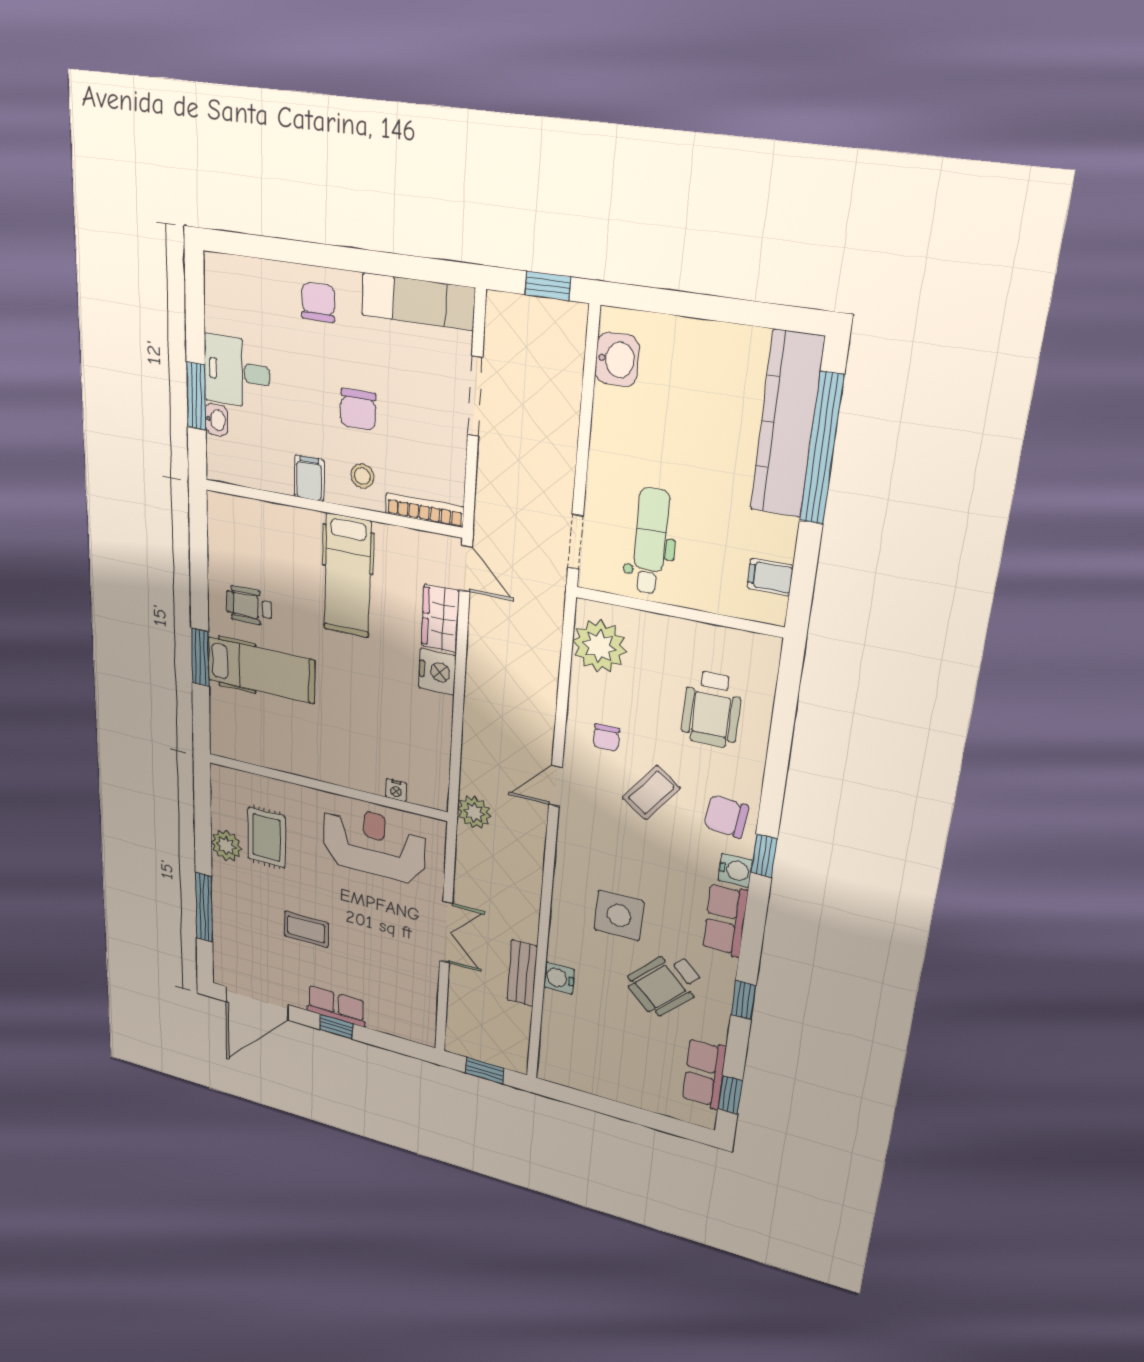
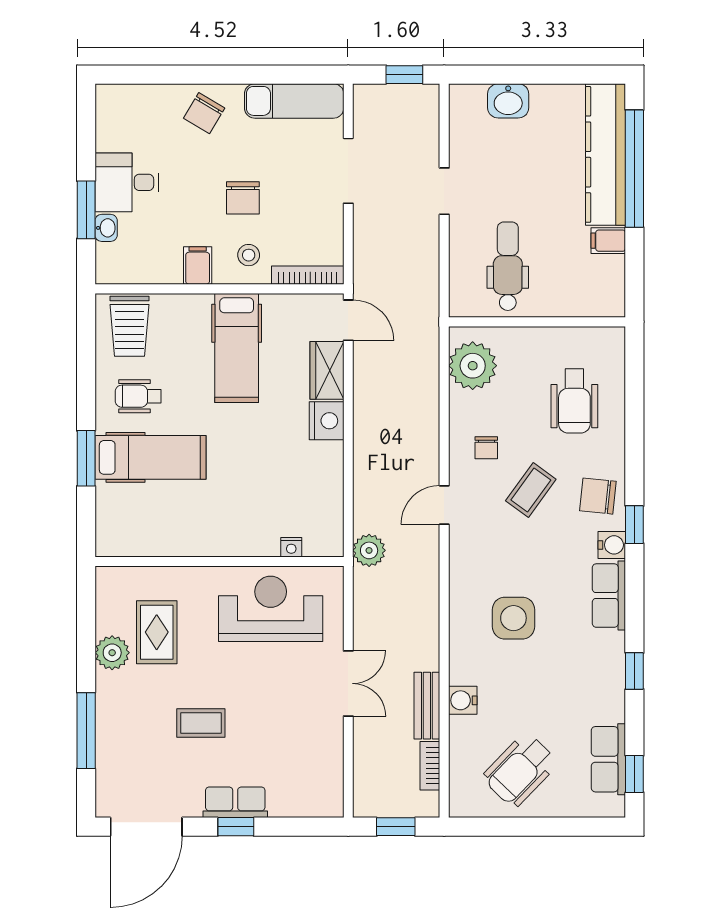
chair: (318, 302) -> (204, 113), turned -149
washbasin: (617, 359) -> (508, 101), moved, turned 90
trolley: (240, 531) -> (130, 326), added
doorway: (575, 542) -> (444, 191), moved
filing cabinet: (770, 577) -> (608, 241), moved
wheelchair: (665, 984) -> (520, 770), moved
bookcase: (521, 1028) -> (430, 766), added

